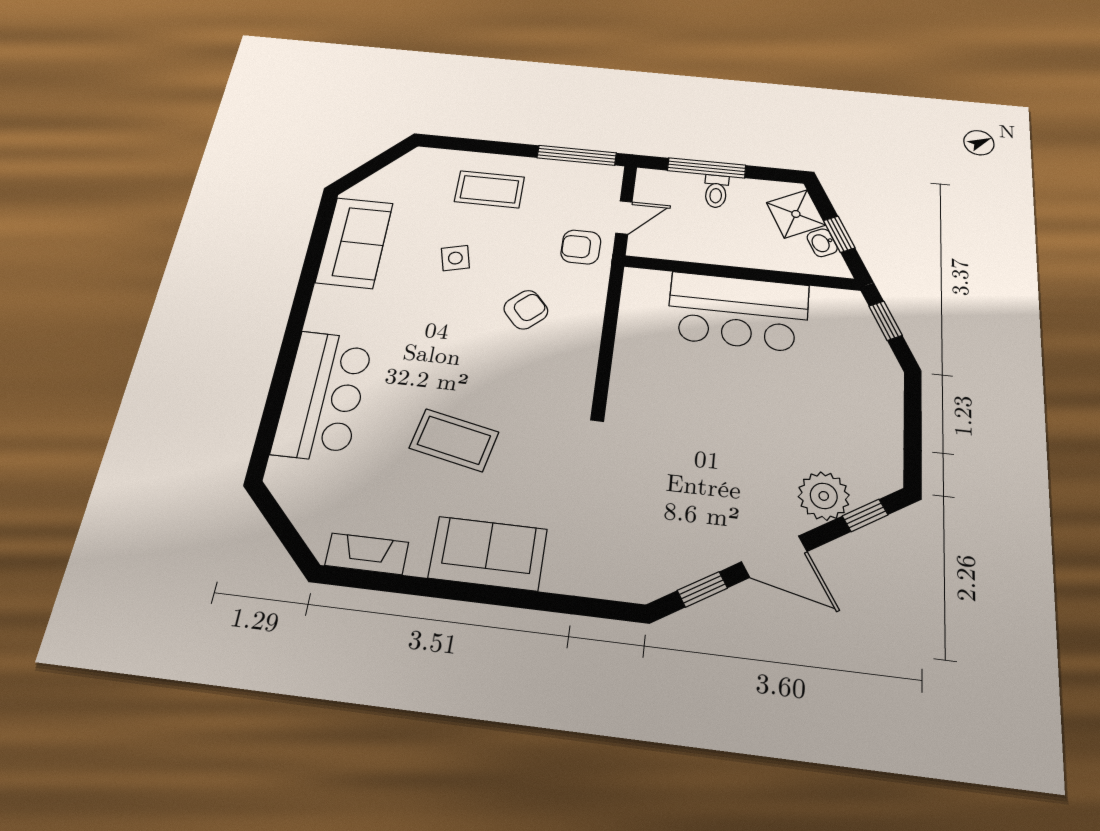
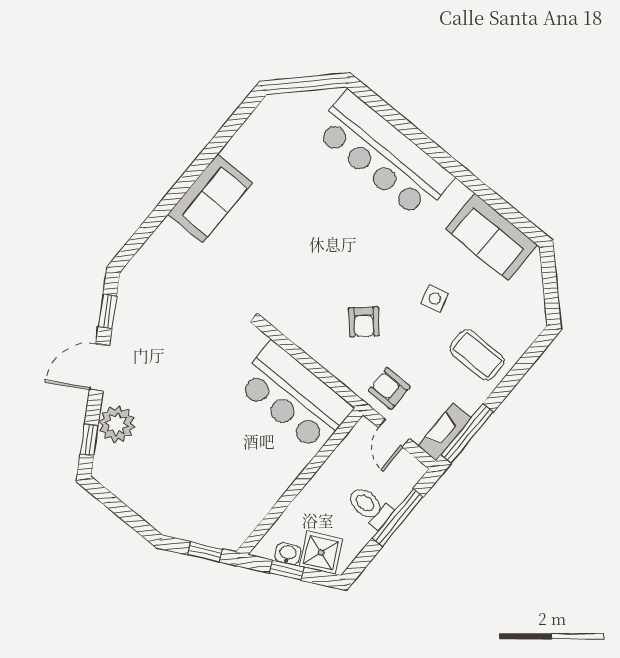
coffee table: (490, 189) -> (477, 355), turned 90
toilet: (716, 191) -> (370, 507), width x1.37, depth x1.39
armchair: (581, 247) -> (389, 389), turned -90
bar counter: (738, 312) -> (294, 397), moved, turned -90
bar counter: (323, 396) -> (383, 155), width x1.36
coffee table: (454, 440) -> (298, 220), removed
fireplace: (367, 554) -> (445, 432), moved, turned 180

